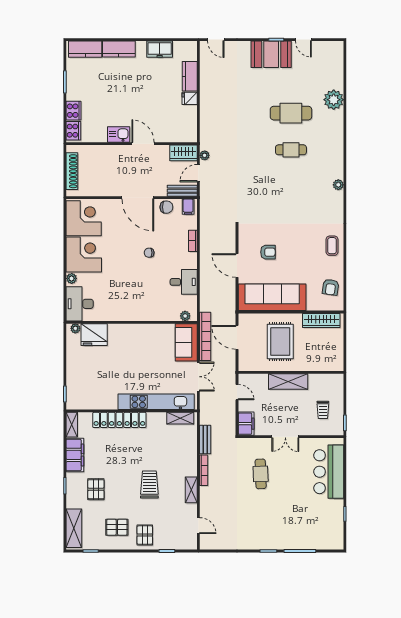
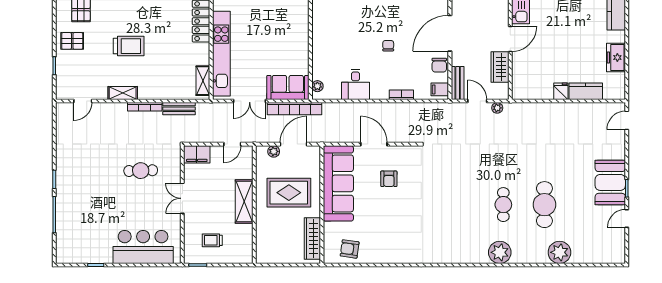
wardrobe: (183, 153) -> (500, 67), moved
plant: (338, 185) -> (500, 252), moved, width x1.87, depth x1.87
coffee table: (332, 246) -> (396, 251), removed
door: (237, 265) -> (374, 144), hinge flipped
plant: (243, 355) -> (274, 151), added

